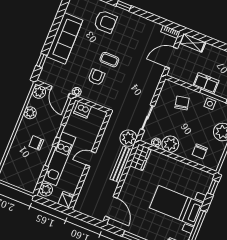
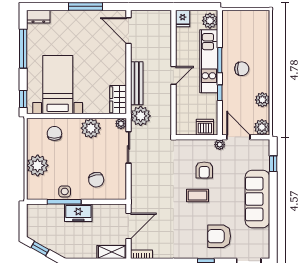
plant: (156, 142) -> (121, 124), moved
bed with nightstands: (176, 206) -> (58, 85), moved, turned -90

